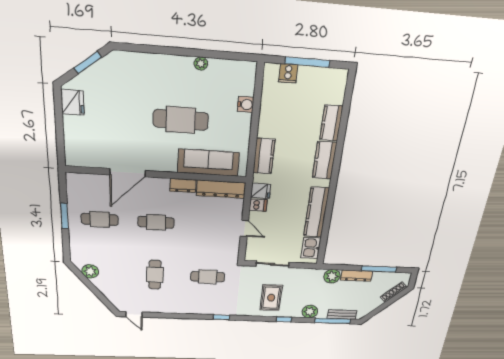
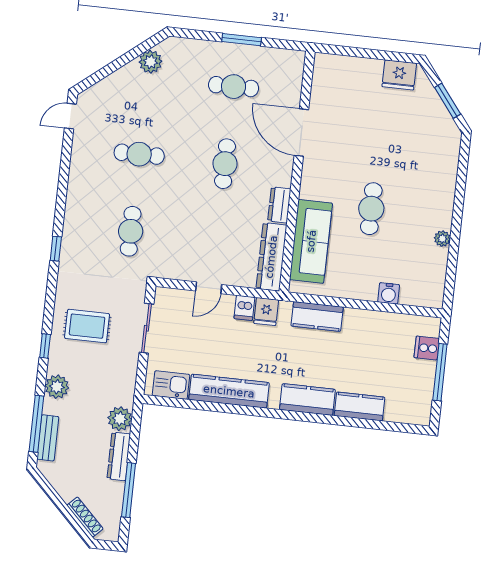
cafe table: (181, 120) -> (371, 209), width x0.73, depth x0.74
cafe table: (100, 219) -> (234, 87), turned 90

